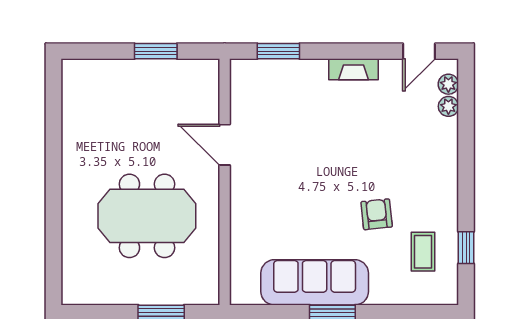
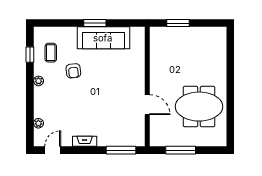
window: (156, 51) -> (181, 150), width x1.44
window: (278, 51) -> (121, 150), width x1.44
plant: (448, 84) -> (38, 81), moved
meeting table: (147, 216) -> (199, 107), moved

